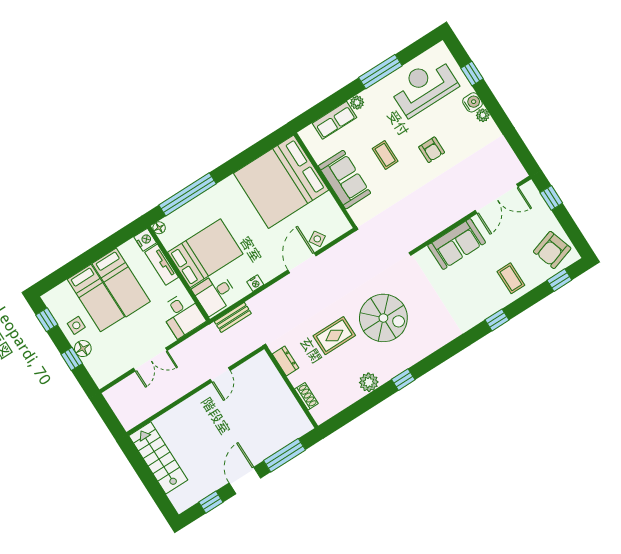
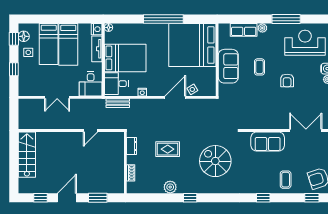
window: (188, 194) -> (163, 19), moved
double door: (497, 199) -> (306, 131), swing flipped
spiral stairs: (383, 318) -> (215, 161), moved, turned 180
floor lamp: (83, 349) -> (24, 36), moved
window: (285, 455) -> (98, 198), width x0.69

